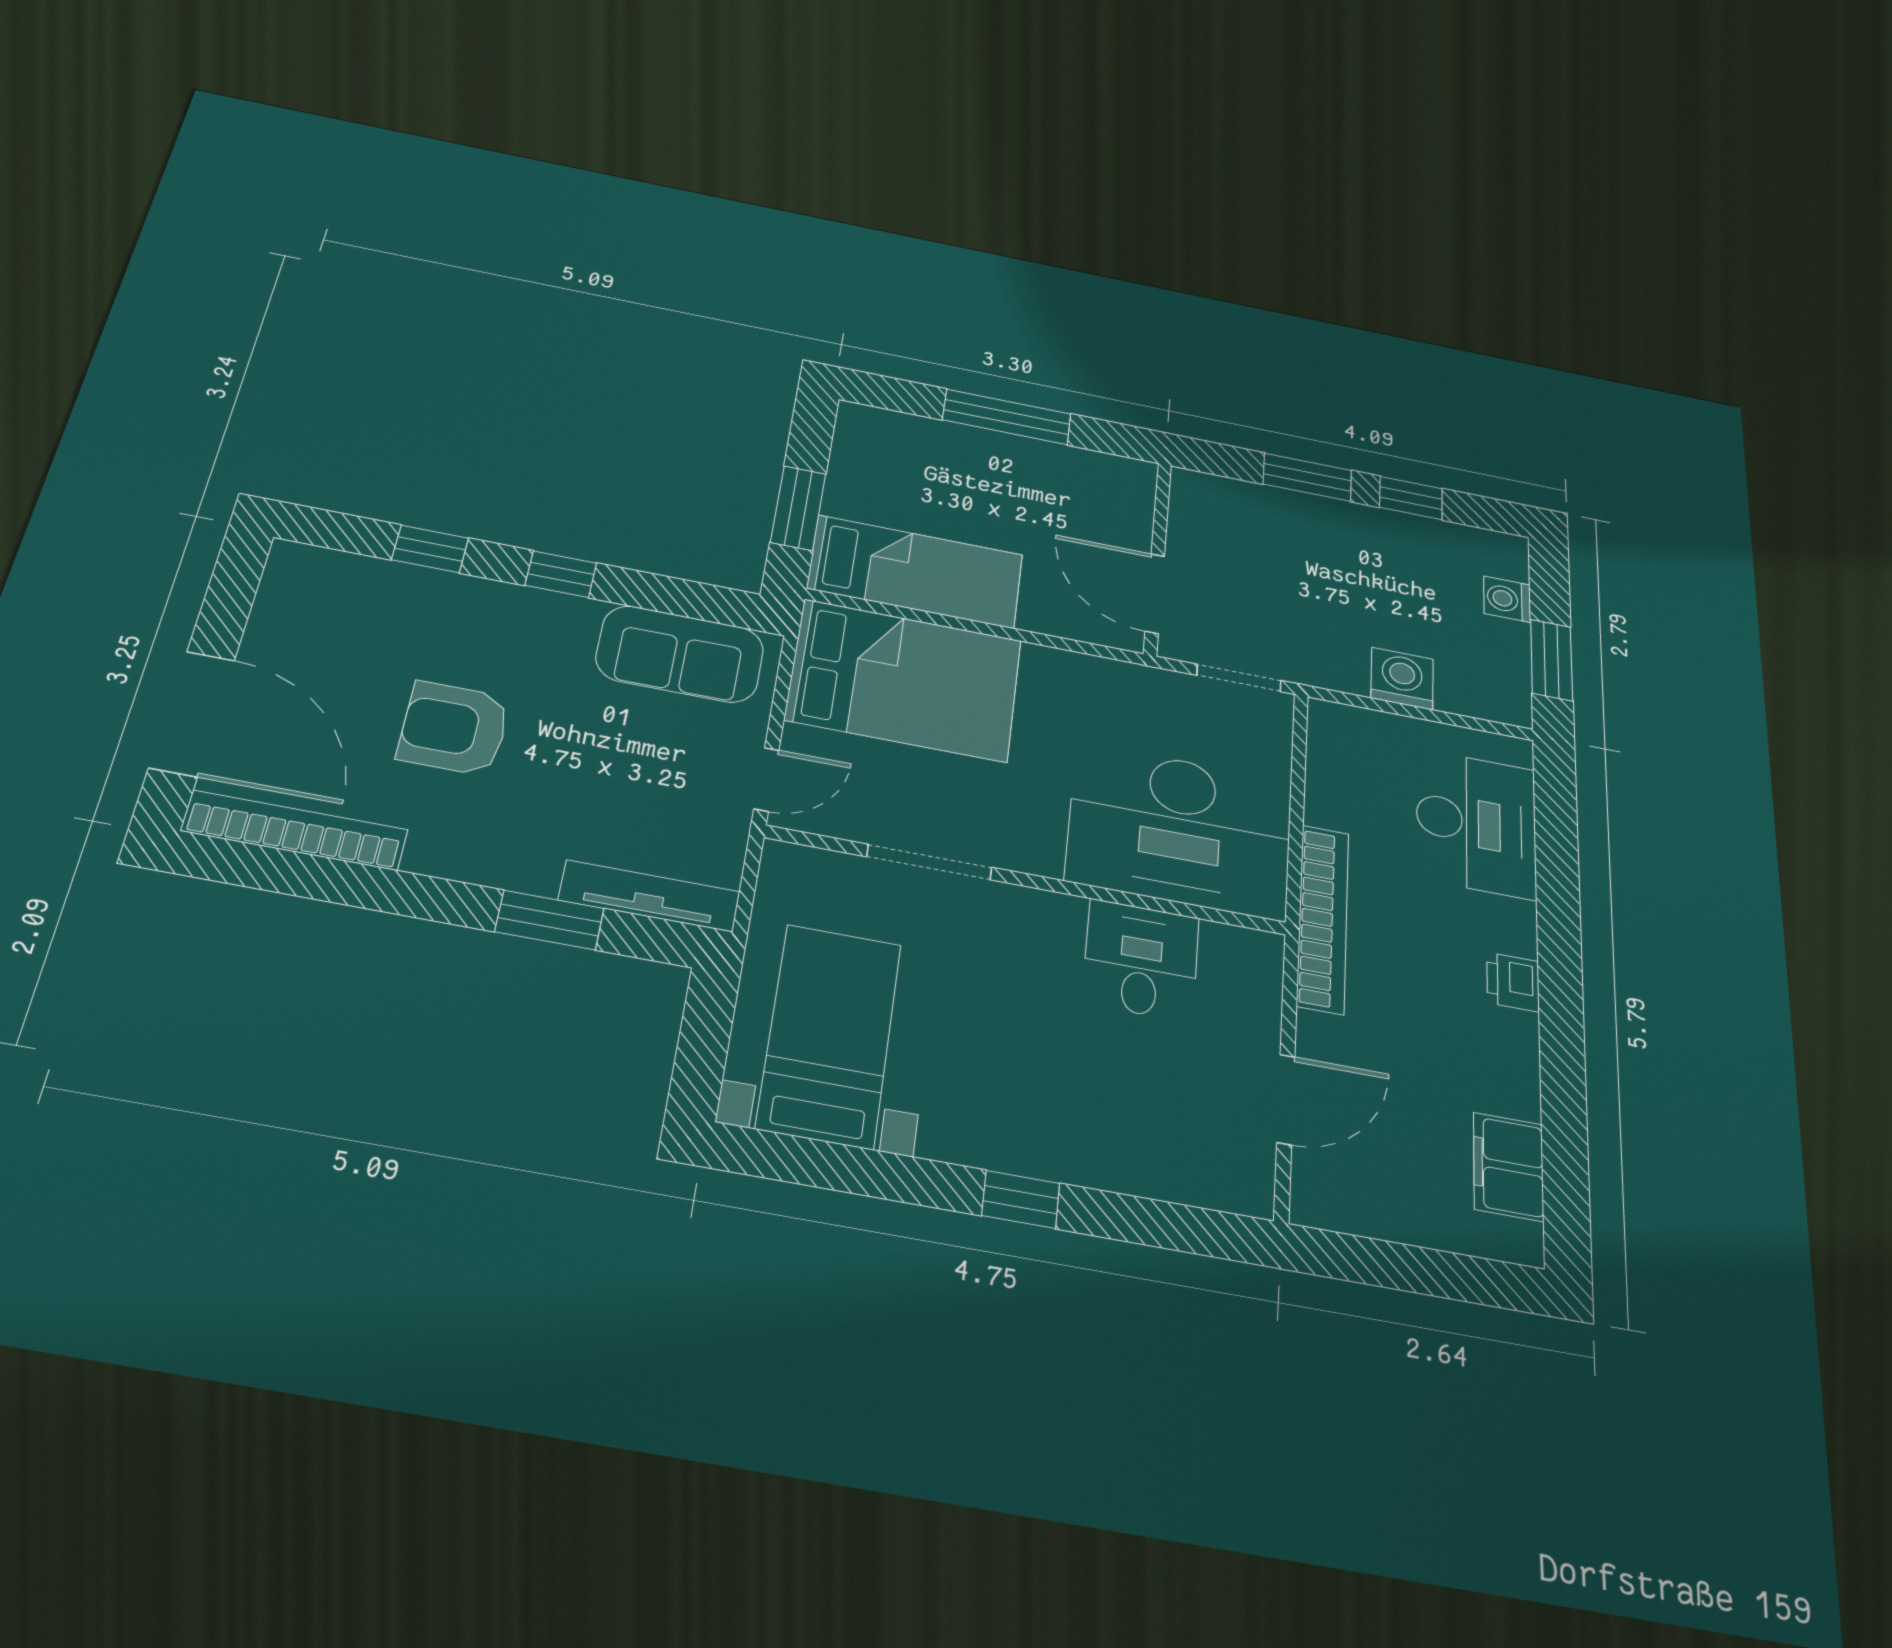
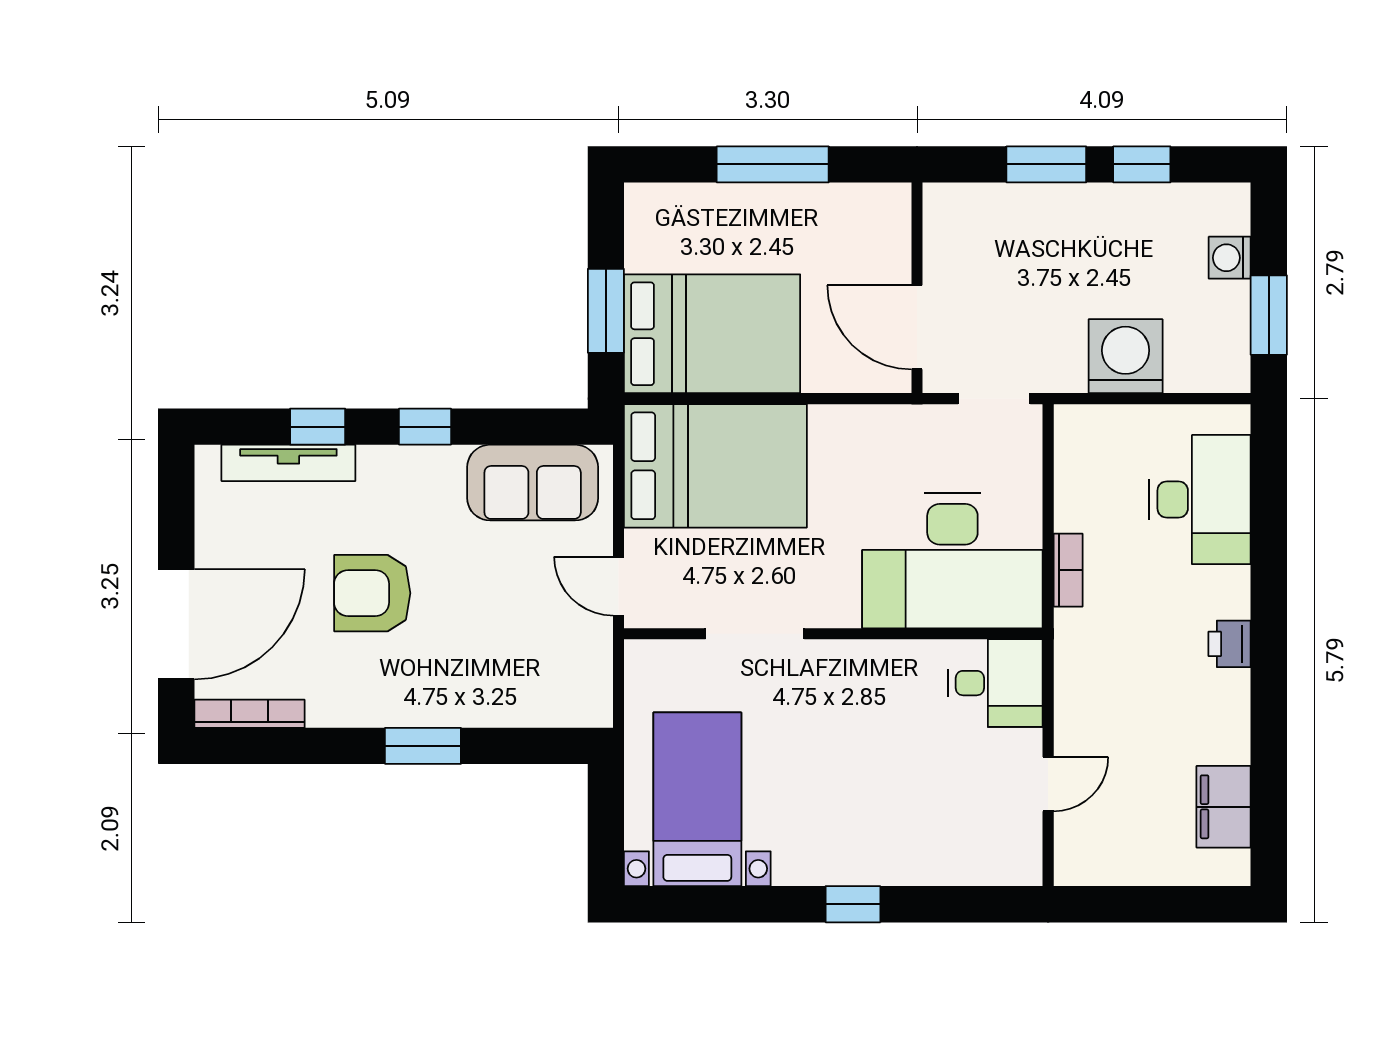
bed: (916, 572) -> (712, 334), width x1.50
washing machine: (1402, 679) -> (1126, 356), width x1.37, depth x1.37
door: (192, 714) -> (176, 624), hinge flipped
door: (766, 779) -> (619, 586), swing flipped
bookcase: (295, 830) -> (249, 714), width x0.68, depth x0.76
tv unit: (649, 896) -> (288, 463), moved, turned 180
bookcase: (1323, 918) -> (1068, 570), width x0.43, depth x0.76
window: (550, 920) -> (423, 746), moved
desk: (1141, 960) -> (995, 683), moved, turned 90
door: (1286, 1099) -> (1048, 784), width x0.73

